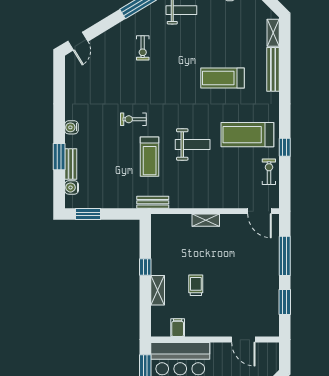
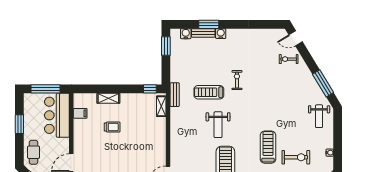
exercise bike: (236, 41) -> (296, 157), added
exercise bike: (143, 48) -> (289, 59), moved
water cooler: (71, 127) -> (221, 34), moved
shelving: (206, 220) -> (161, 106), moved
window: (145, 267) -> (150, 89), moved

